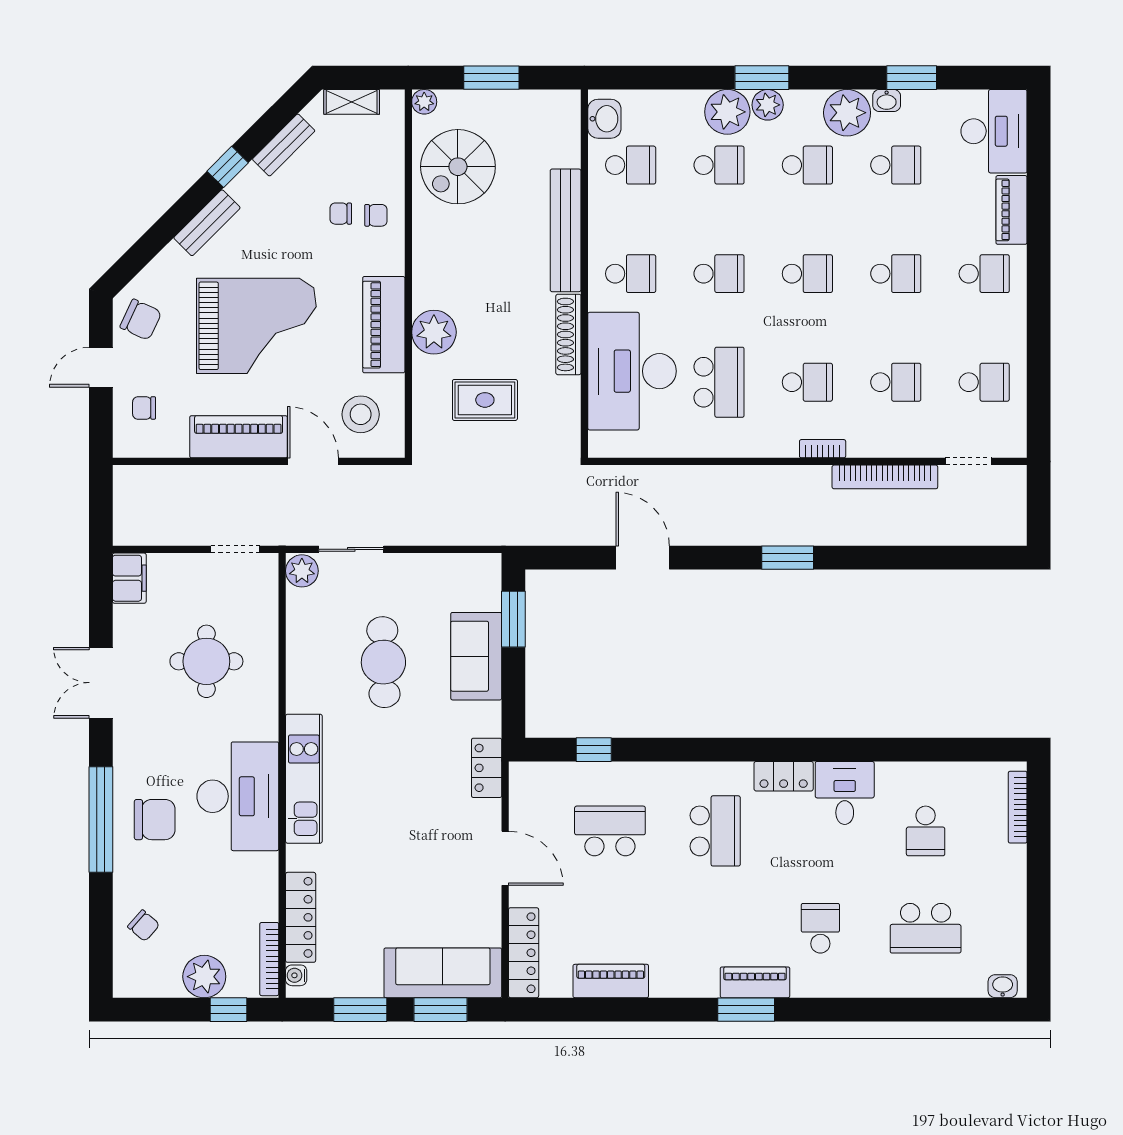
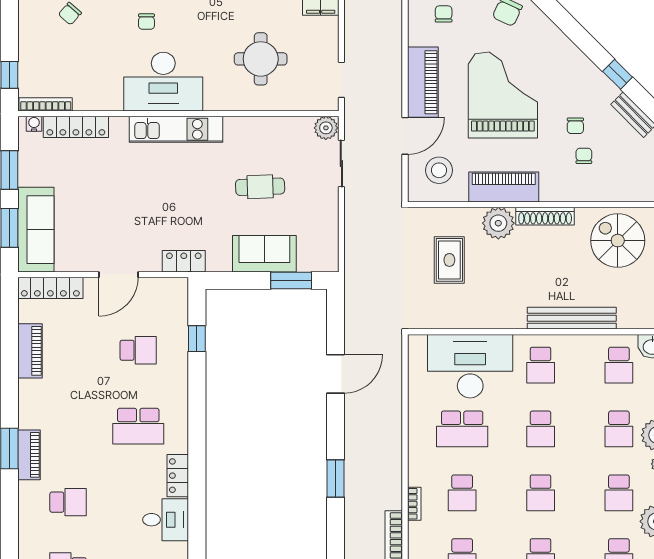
chair: (376, 215) -> (575, 126), moved
bench: (207, 223) -> (577, 59), removed
grand piano: (256, 326) -> (503, 95), turned 180
shoe rack: (568, 334) -> (545, 216), moved, turned 180
cafe table: (383, 662) -> (260, 187), width x0.73, depth x0.74
chair: (155, 820) -> (146, 22), width x0.54, depth x0.54
school desk: (610, 831) -> (138, 350), width x0.54
plant: (204, 977) -> (33, 57), removed

